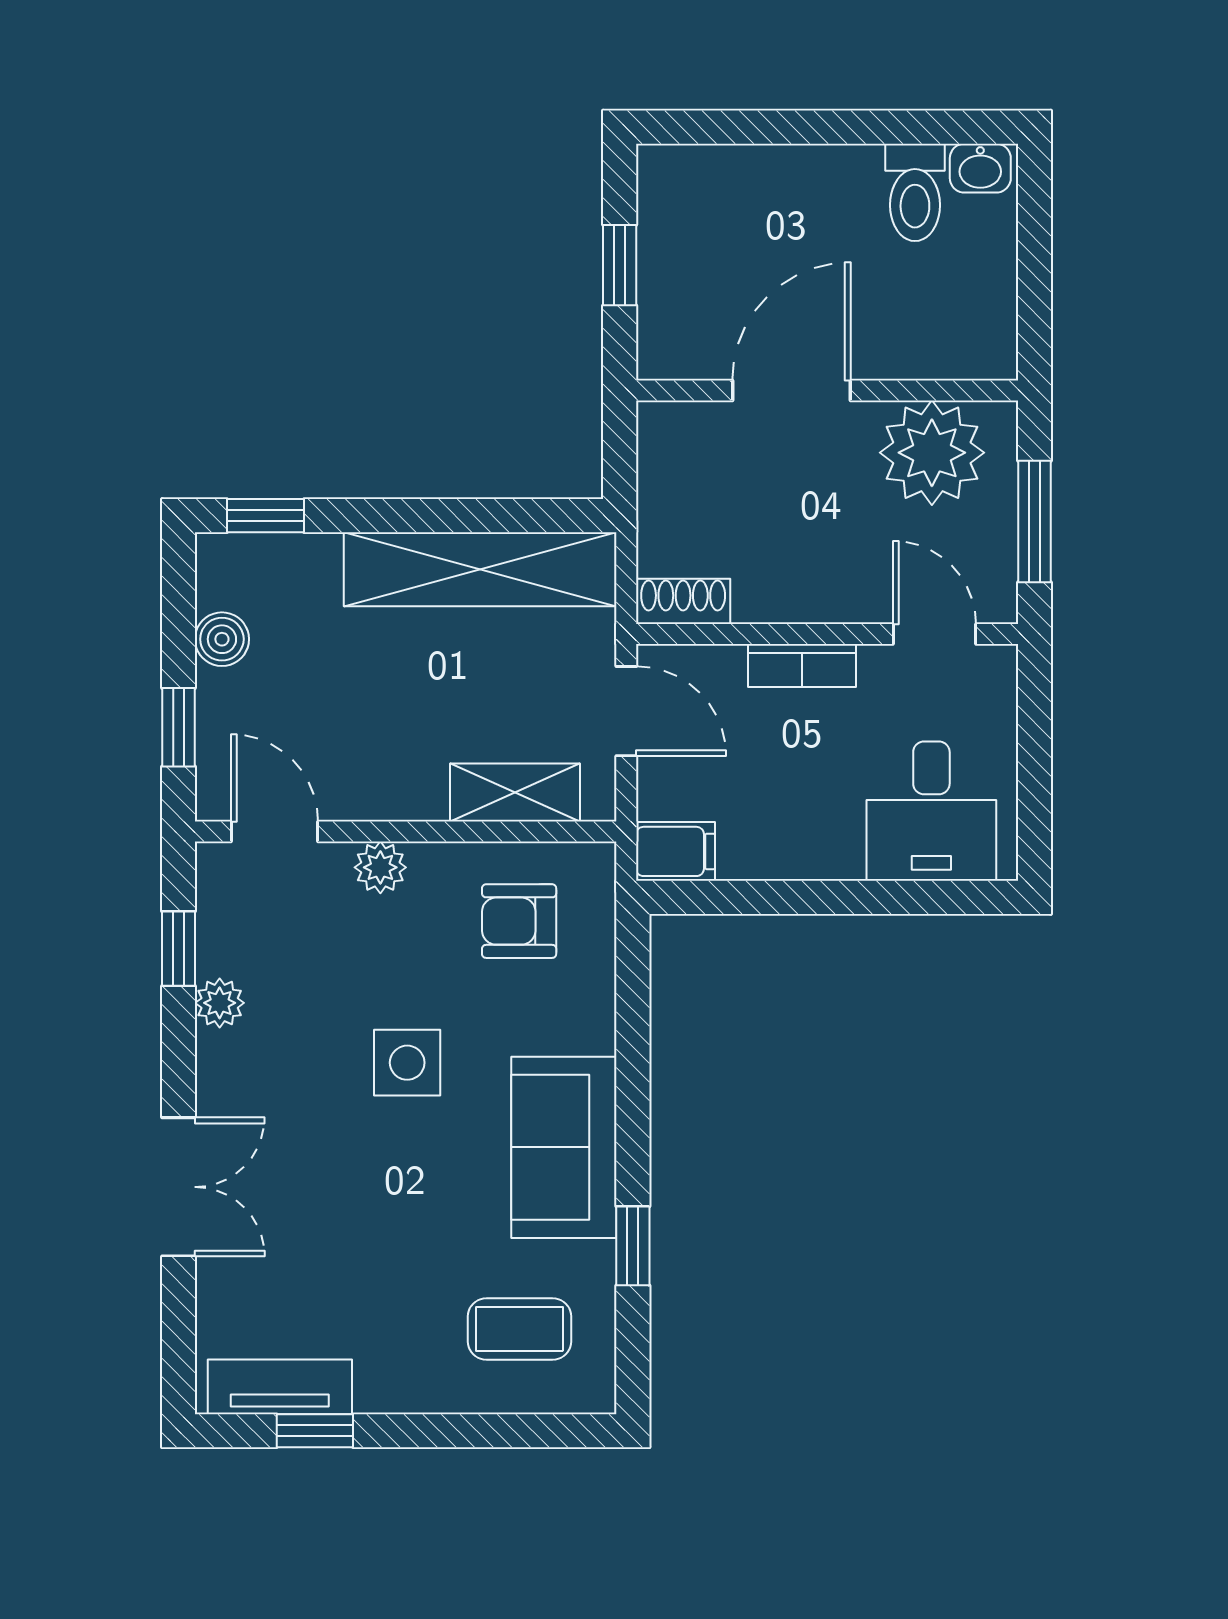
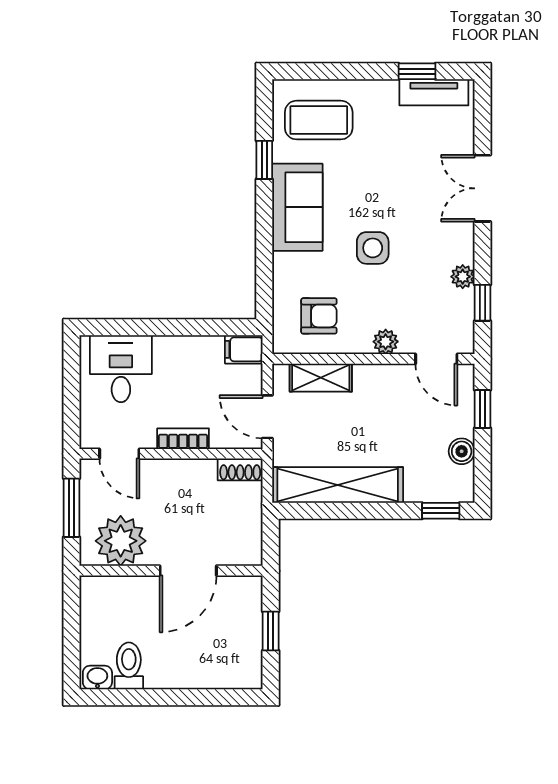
coffee table: (520, 1329) -> (319, 120), width x1.36, depth x1.30

